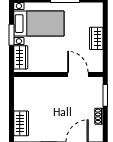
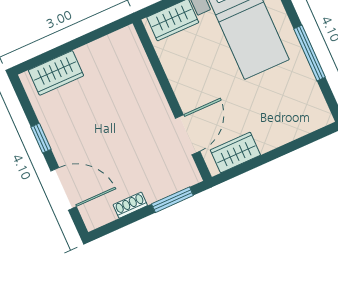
wardrobe: (96, 38) -> (235, 152), moved

